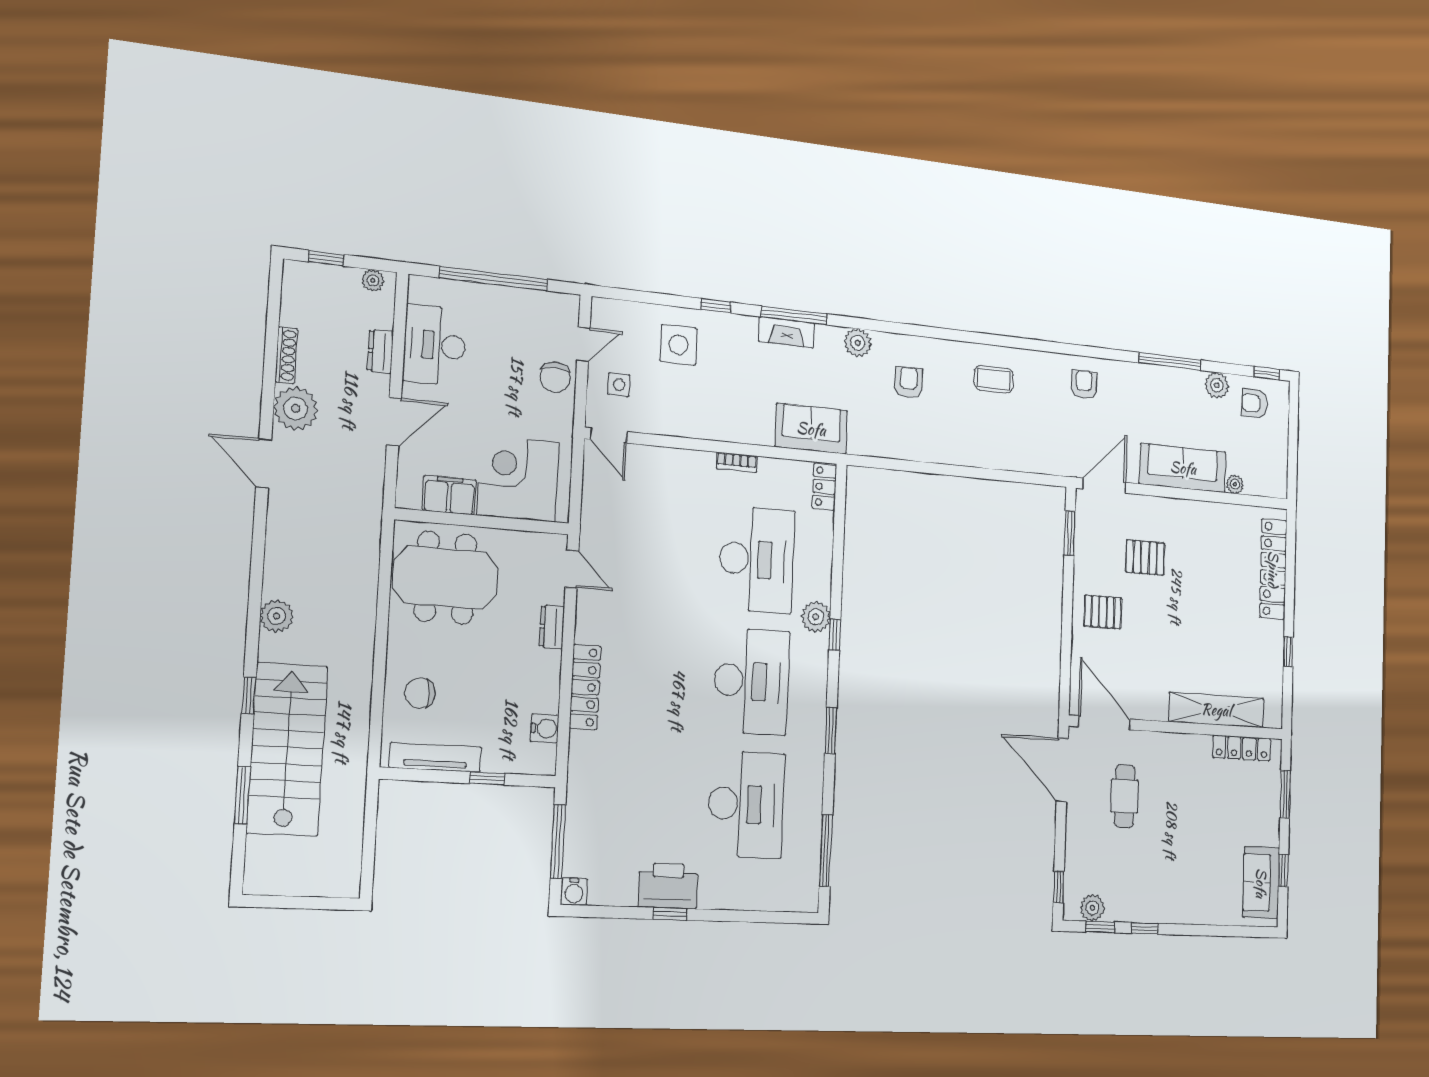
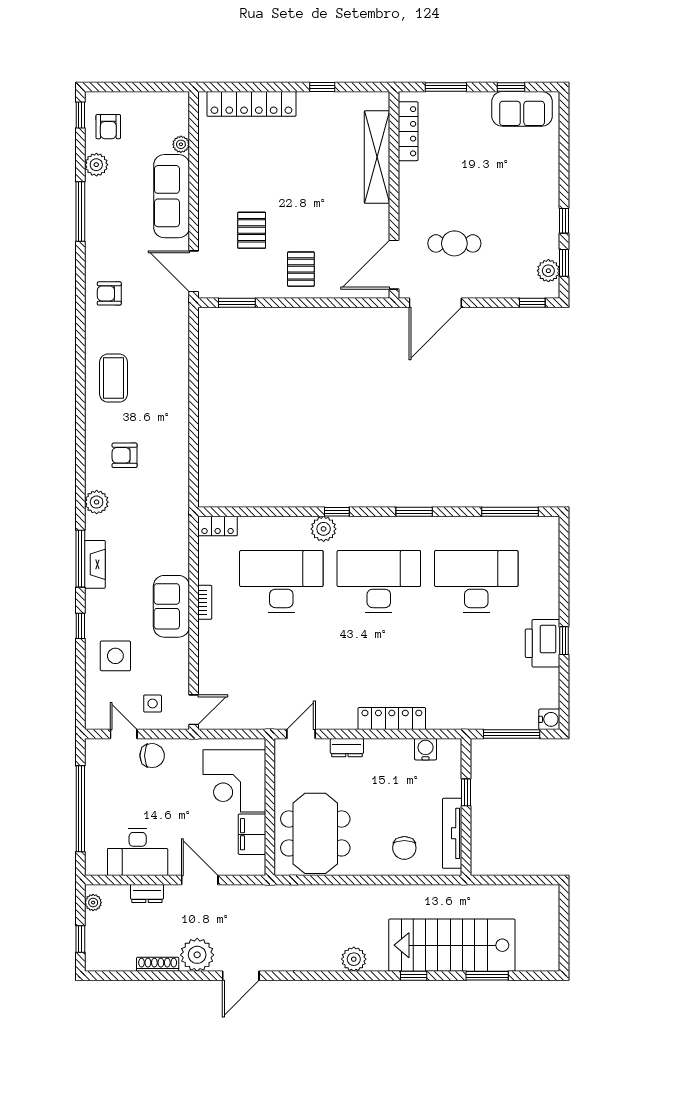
coffee table: (994, 379) -> (114, 378), width x1.36, depth x1.30
sofa: (811, 429) -> (171, 606), moved

